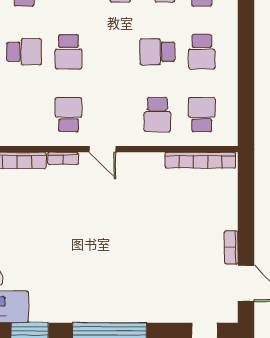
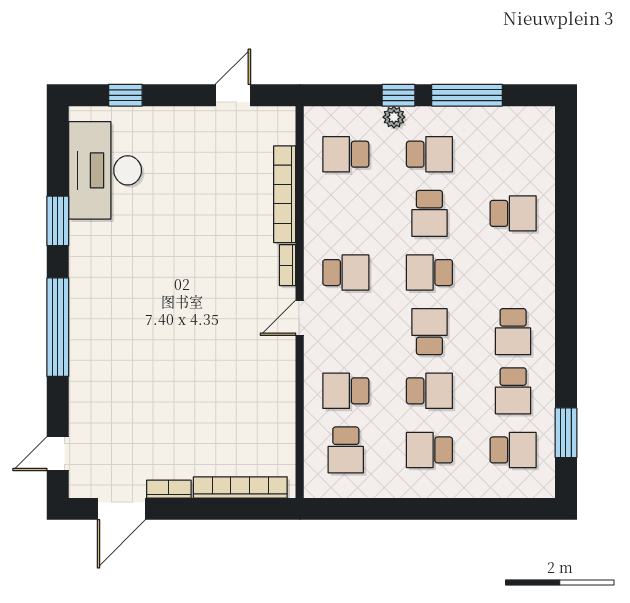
school desk: (113, 52) -> (429, 332), added
school desk: (157, 52) -> (429, 391), turned 90
school desk: (202, 115) -> (346, 450), turned 90
bookcase: (200, 160) -> (240, 487), moved, turned 90

